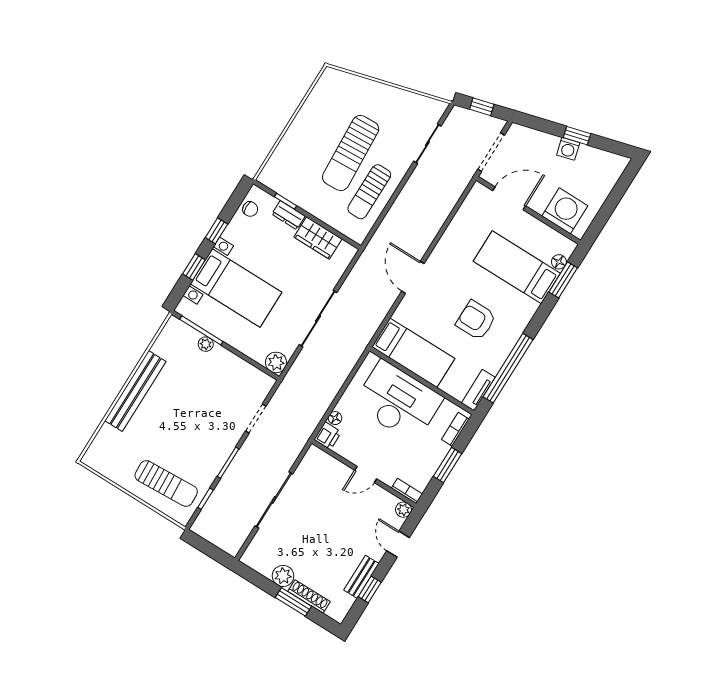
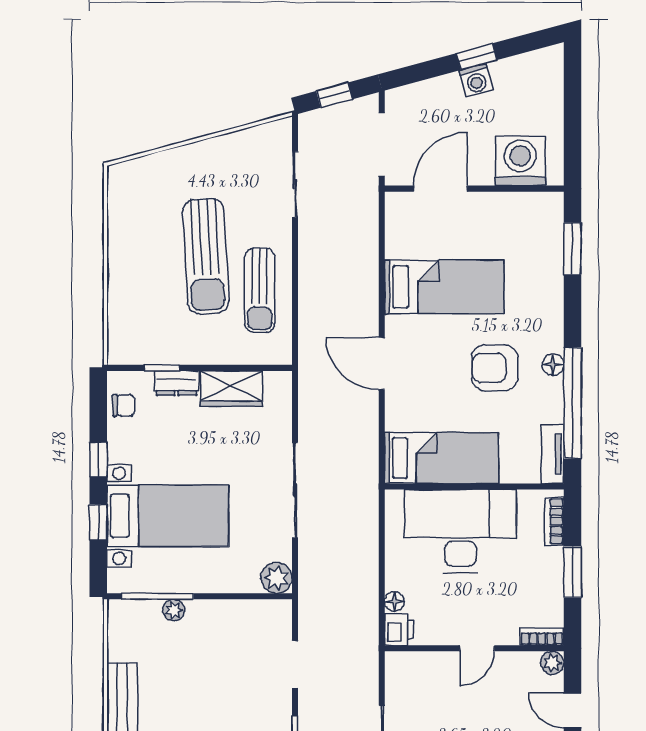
floor lamp: (559, 262) -> (553, 365), moved
bed: (517, 267) -> (444, 287), moved, turned 180

